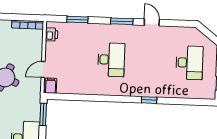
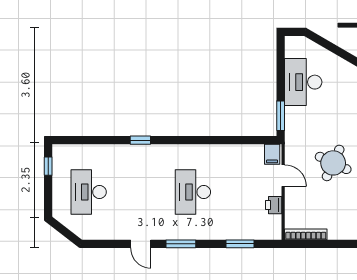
printer: (52, 34) -> (274, 205), moved
door: (43, 69) -> (283, 176), hinge flipped

